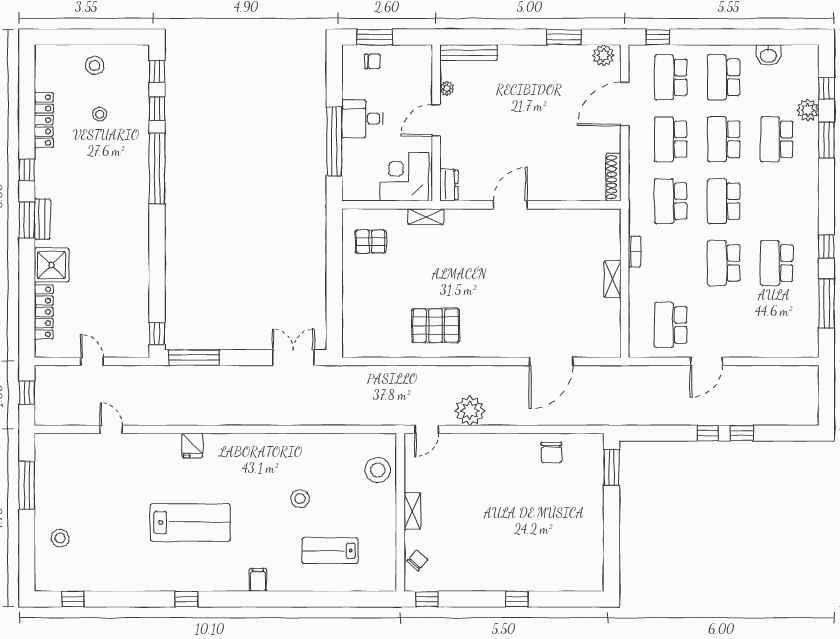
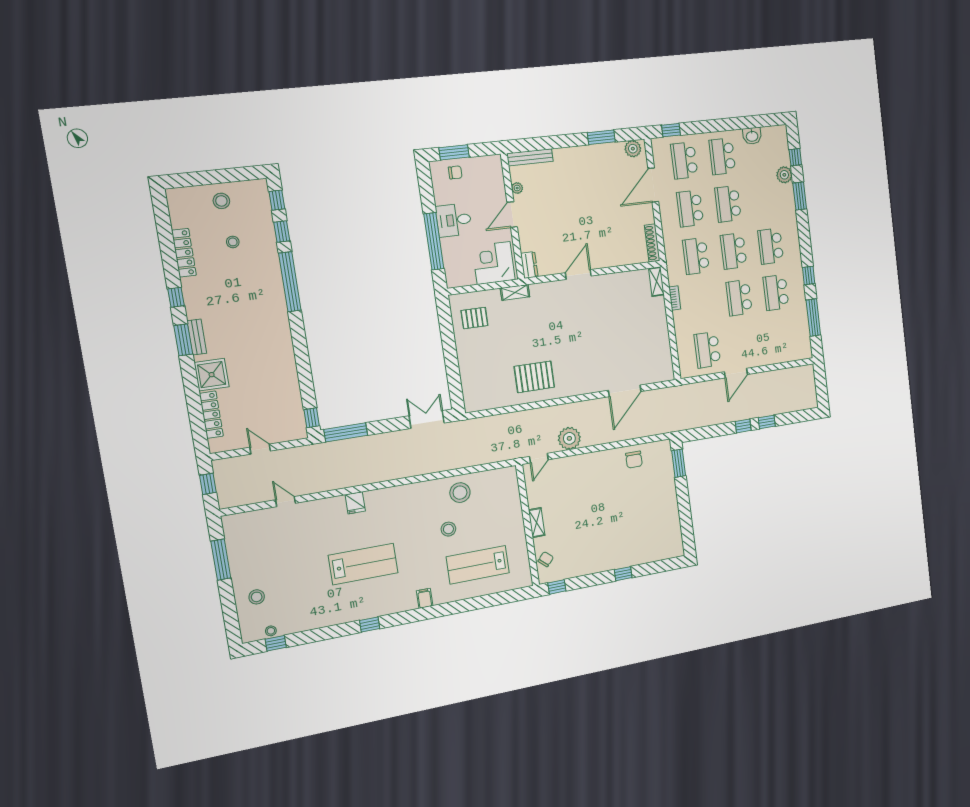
school desk: (777, 139) -> (771, 246), moved
shelving: (613, 279) -> (656, 282), moved
stool: (378, 470) -> (460, 493), moved
lab bench: (330, 551) -> (478, 565), width x1.36, depth x1.39
stool: (70, 583) -> (271, 631), added

